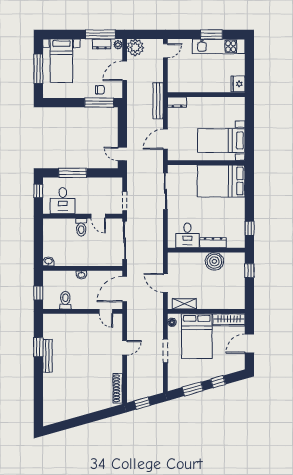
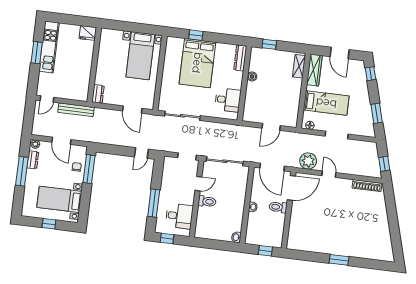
window: (100, 34) -> (22, 171), moved
plant: (135, 47) -> (308, 161), moved
door: (165, 51) -> (47, 99), swing flipped
bed with nightstands: (61, 61) -> (59, 199), moved, turned 180
window: (38, 69) -> (49, 224), width x0.46
bench: (158, 101) -> (76, 110), moved
bed: (221, 181) -> (197, 63), moved
window: (249, 228) -> (196, 35), moved
dresser: (213, 243) -> (240, 58), moved
boiler: (214, 261) -> (252, 76), width x0.54, depth x0.54
toilet: (65, 300) -> (278, 207), moved
shelving: (184, 304) -> (299, 66), moved
door: (106, 311) -> (291, 188), width x1.88
bed: (197, 336) -> (326, 103), width x0.67
window: (38, 347) -> (339, 260), moved
bench: (47, 356) -> (327, 249), removed
window: (218, 382) -> (371, 74), moved

